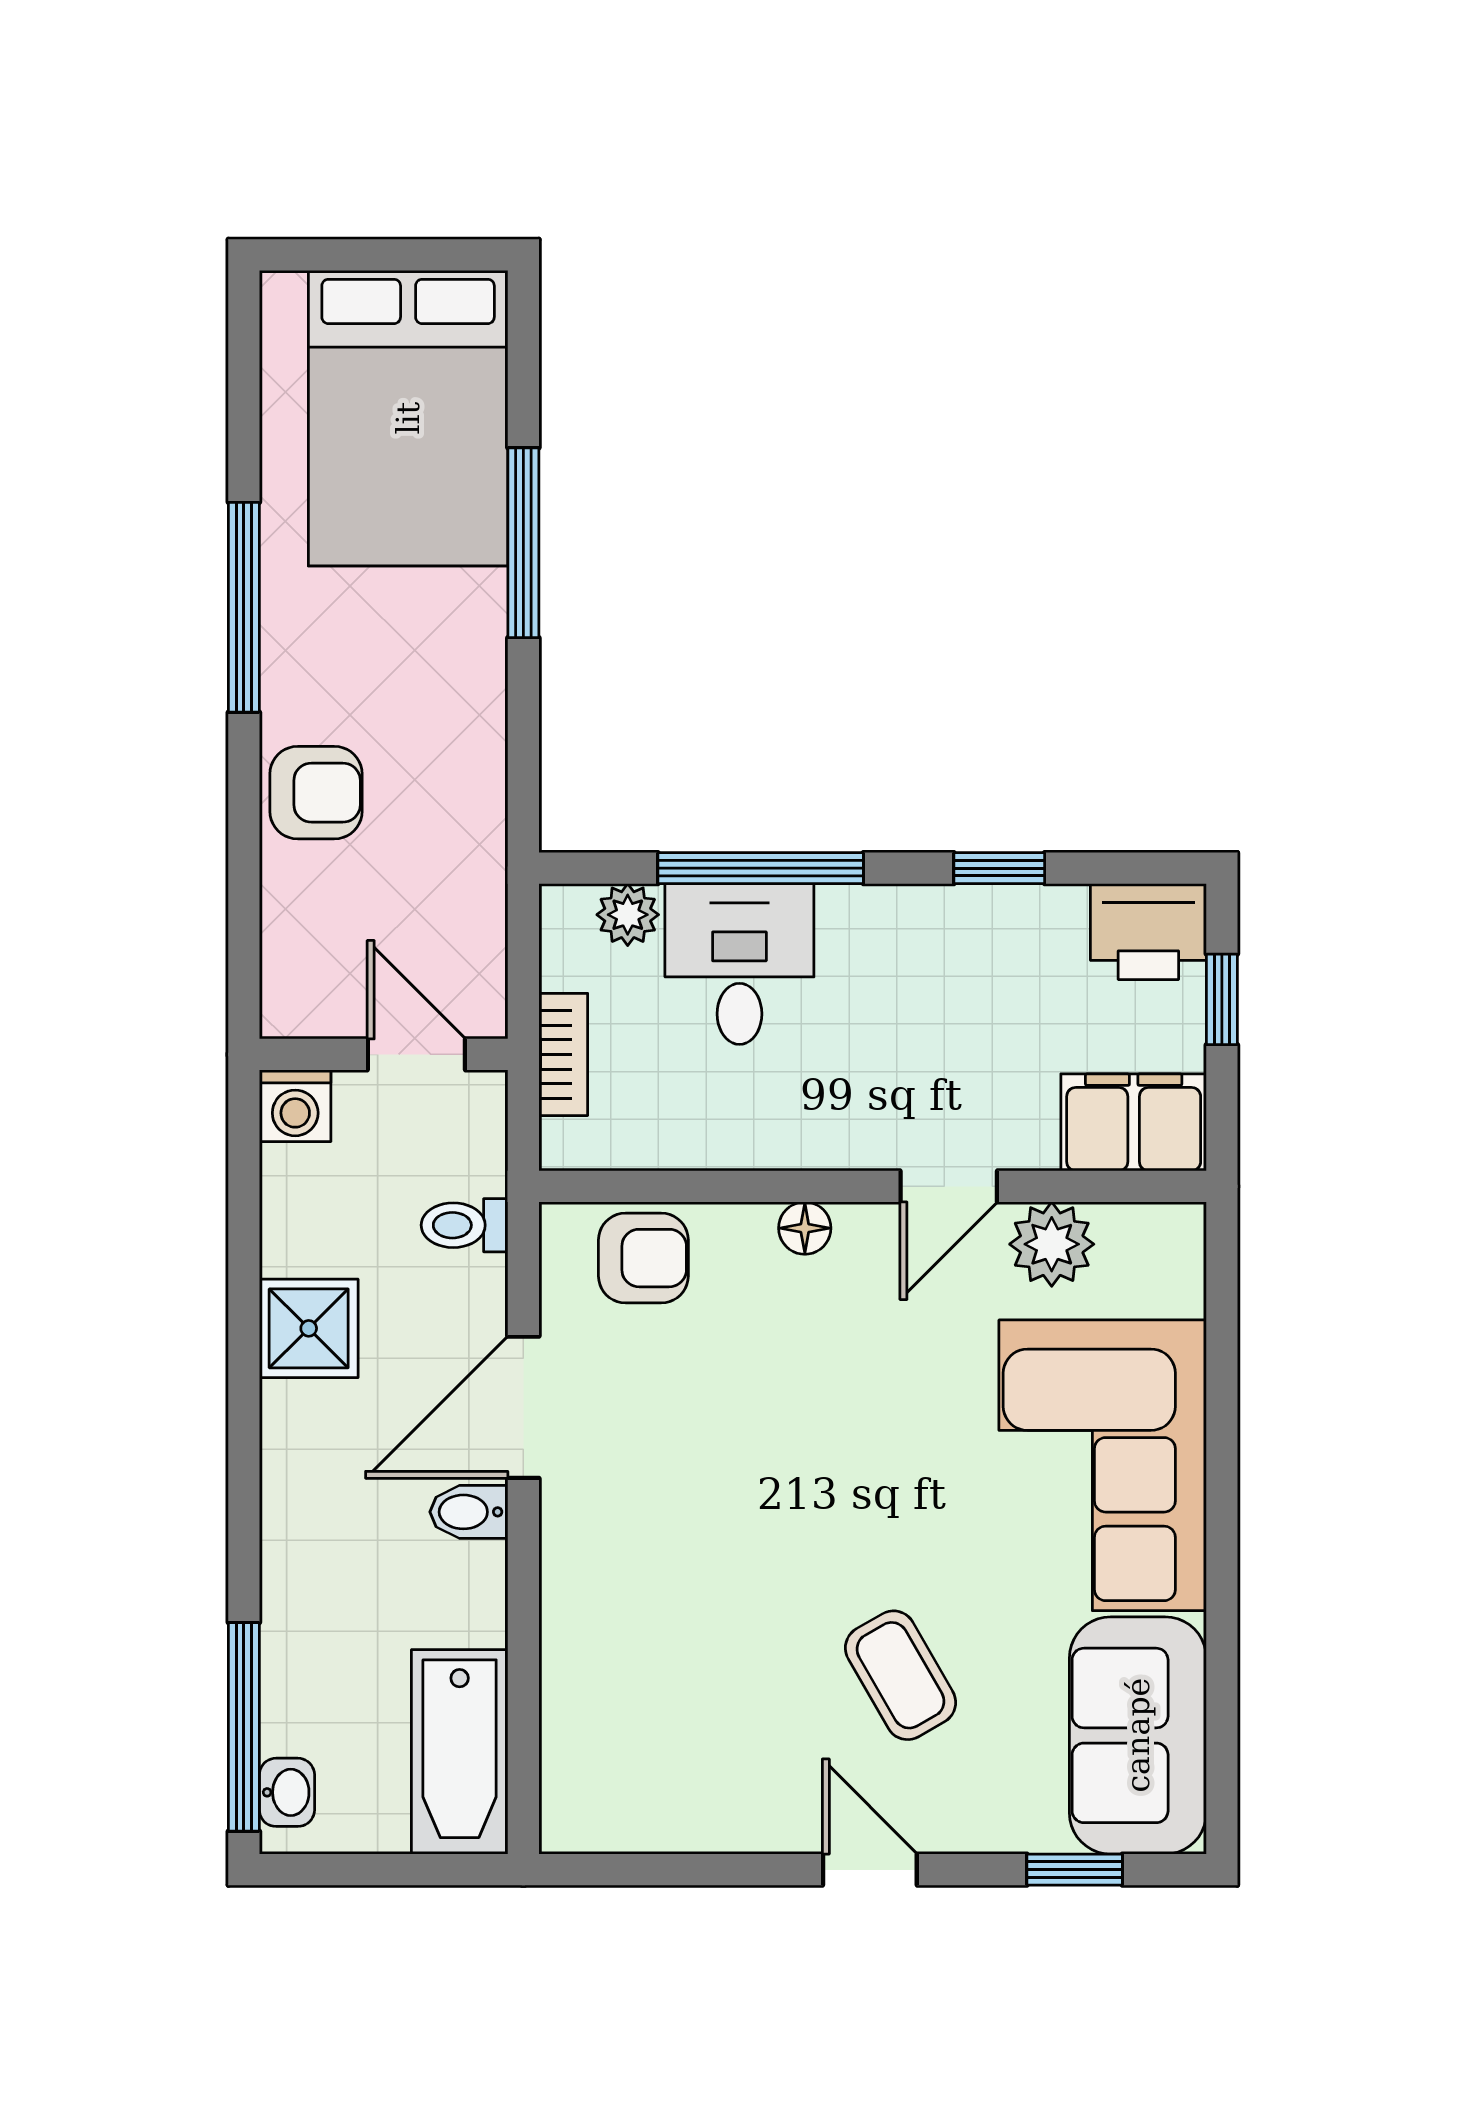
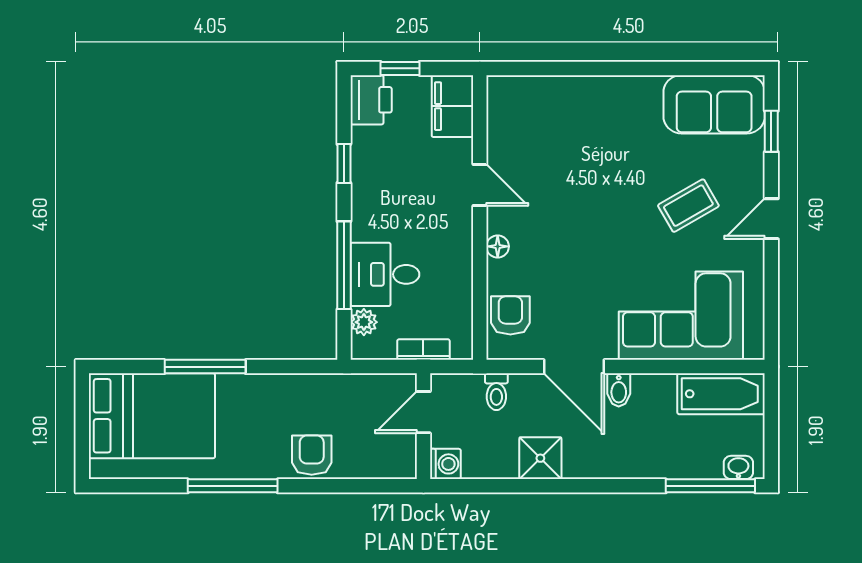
plant: (1052, 1244) -> (504, 141), removed
corner sofa: (1103, 1465) -> (681, 316), moved, turned 180

